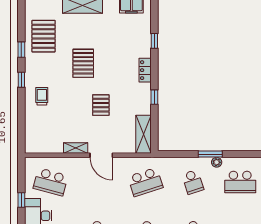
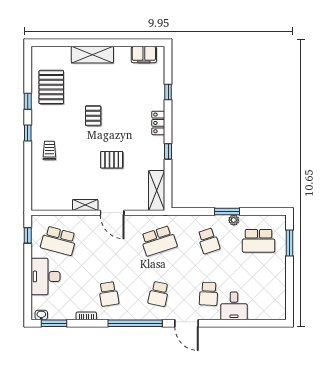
pallet: (83, 63) -> (93, 116), width x0.67, depth x0.71
pallet: (101, 105) -> (112, 160), turned 90
window: (21, 200) -> (28, 235), moved

